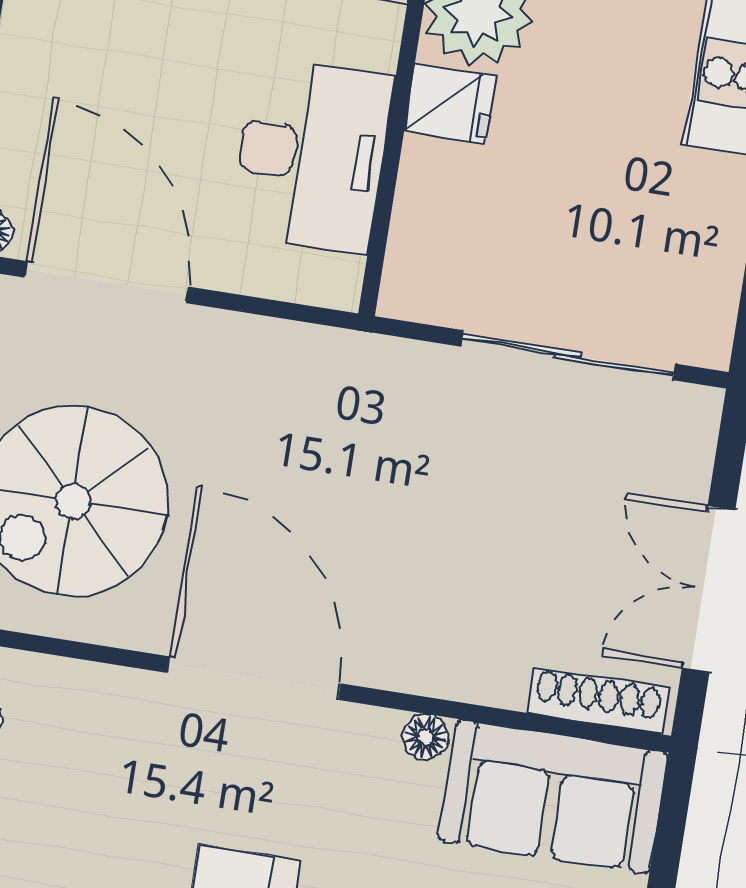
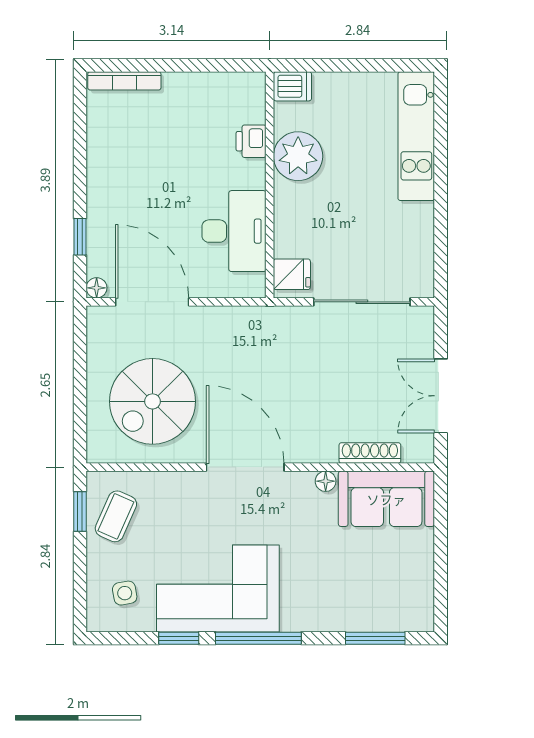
fridge: (450, 104) -> (292, 274), moved
shoe rack: (598, 701) -> (370, 453), moved

